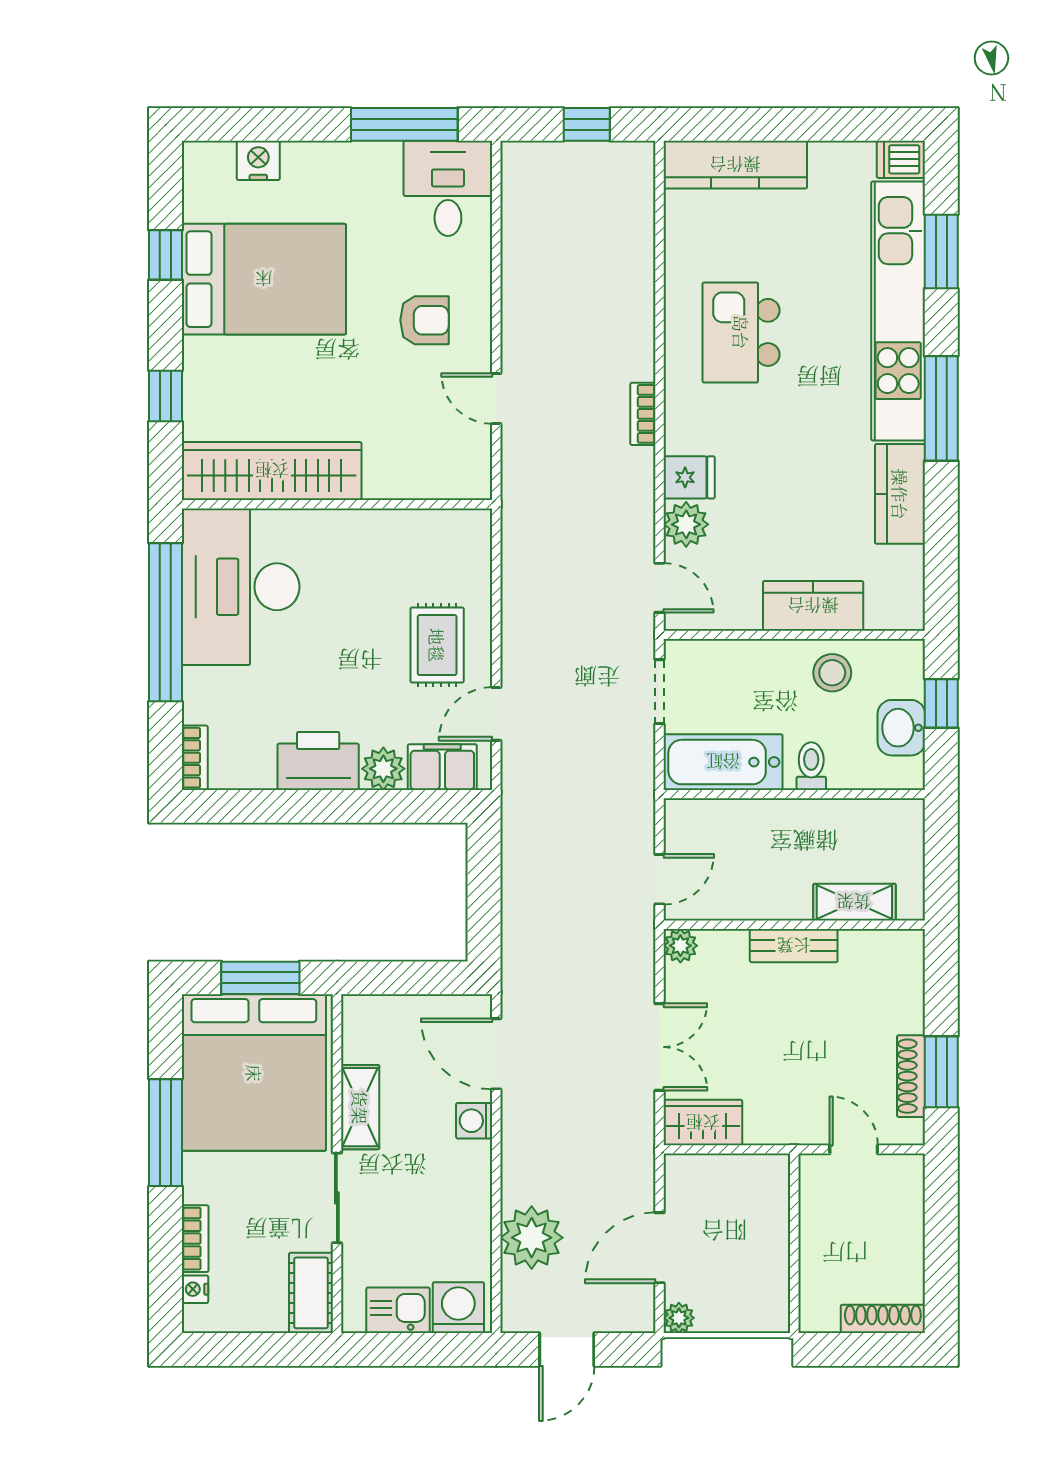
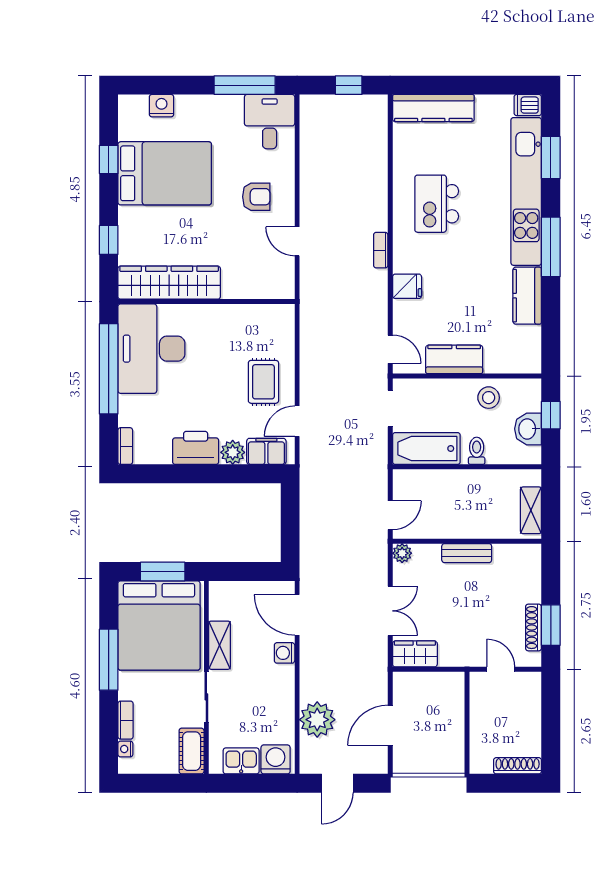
plant: (686, 524) -> (405, 313), removed
kitchen counter: (813, 606) -> (454, 359), moved
shelving: (854, 902) -> (531, 510), moved, turned 90
plant: (679, 1318) -> (401, 765), removed

